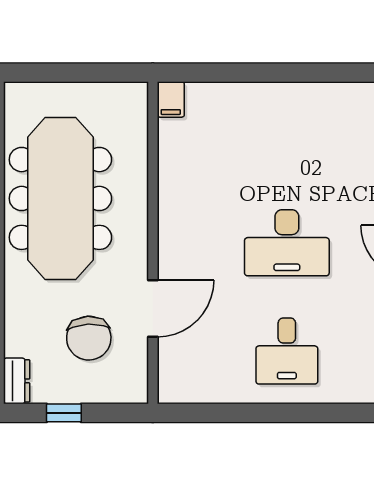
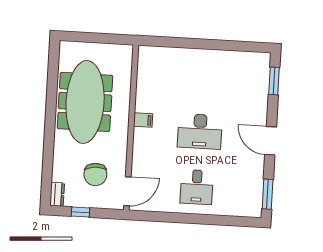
filing cabinet: (171, 100) -> (143, 120), moved, turned -90
door: (153, 309) -> (127, 191), moved

